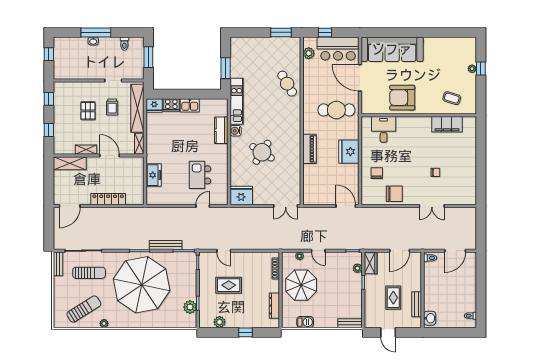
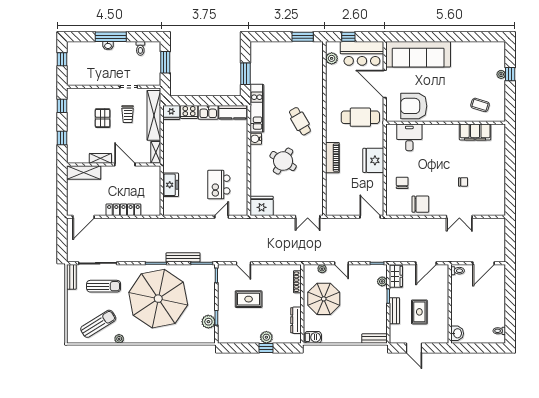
cafe table: (287, 84) -> (300, 121), moved
armchair: (402, 98) -> (414, 106), moved
kitchen counter: (221, 130) -> (233, 112), moved, turned -90
bench: (417, 304) -> (394, 311), moved
plant: (220, 322) -> (266, 337), moved
barbecue: (305, 322) -> (313, 337), moved

